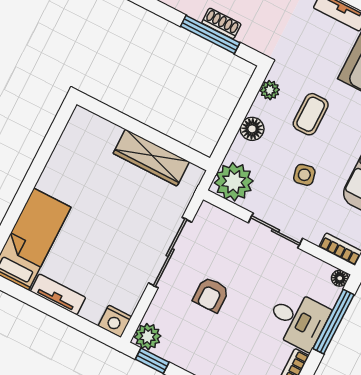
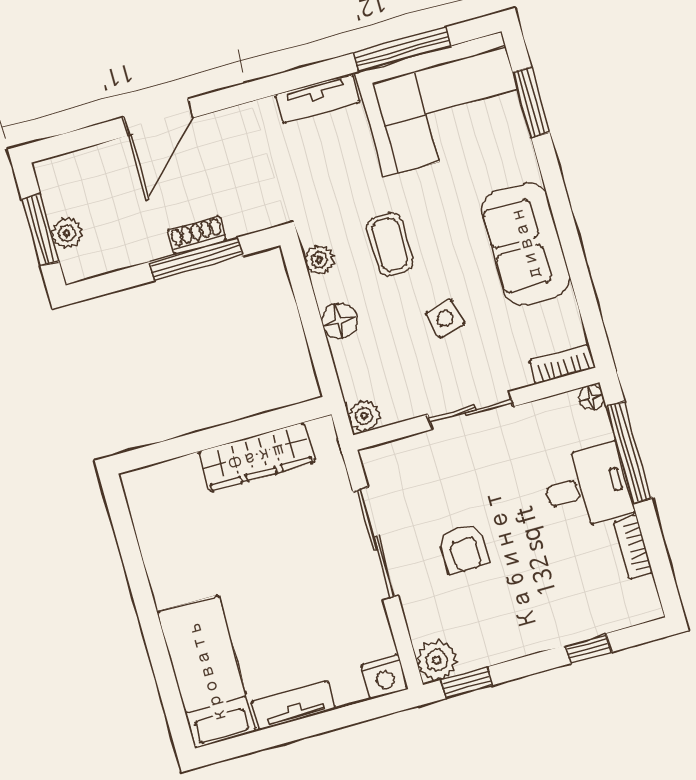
plant: (234, 182) -> (364, 416), width x0.53, depth x0.53

